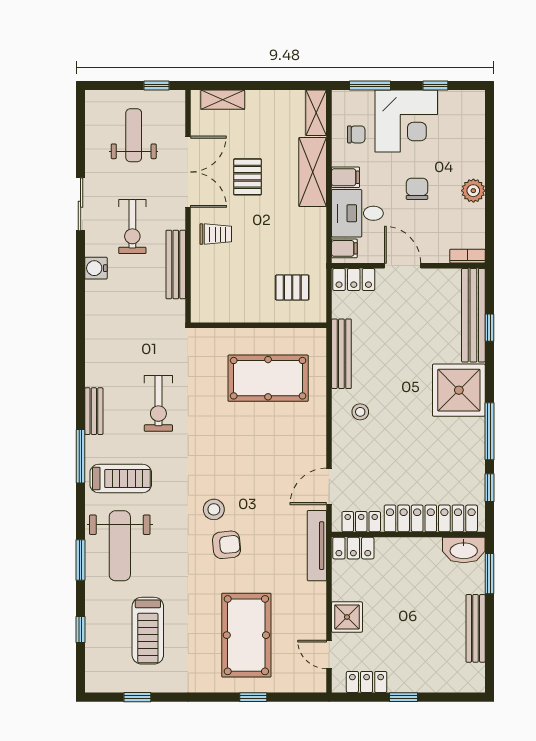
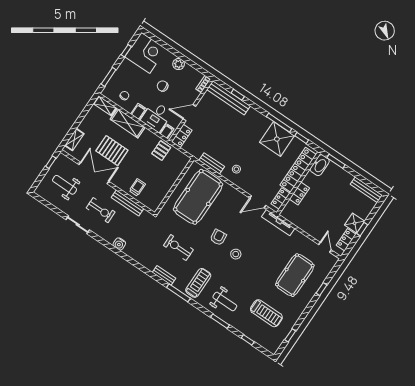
corner desk: (406, 121) -> (145, 53), moved
pallet: (248, 177) -> (112, 151), width x1.50, depth x1.42
trolley: (216, 234) -> (137, 187), moved
water cooler: (96, 268) -> (119, 244), moved
pallet: (292, 287) -> (161, 151), moved
bench: (341, 354) -> (212, 163), width x0.73
pool table: (268, 378) -> (198, 197), width x1.36, depth x1.32
shower: (459, 390) -> (277, 139), moved
exercise bike: (158, 403) -> (178, 248), turned 180
door: (329, 486) -> (258, 202), hinge flipped
armchair: (227, 545) -> (218, 237), moved
weight bench: (120, 546) -> (225, 301), width x0.73, depth x0.75
locker: (353, 548) -> (299, 193), moved
shower: (347, 617) -> (355, 223), moved
bench: (476, 628) -> (366, 190), moved
pool table: (246, 635) -> (295, 275), turned 90
door: (329, 655) -> (325, 247), swing flipped

